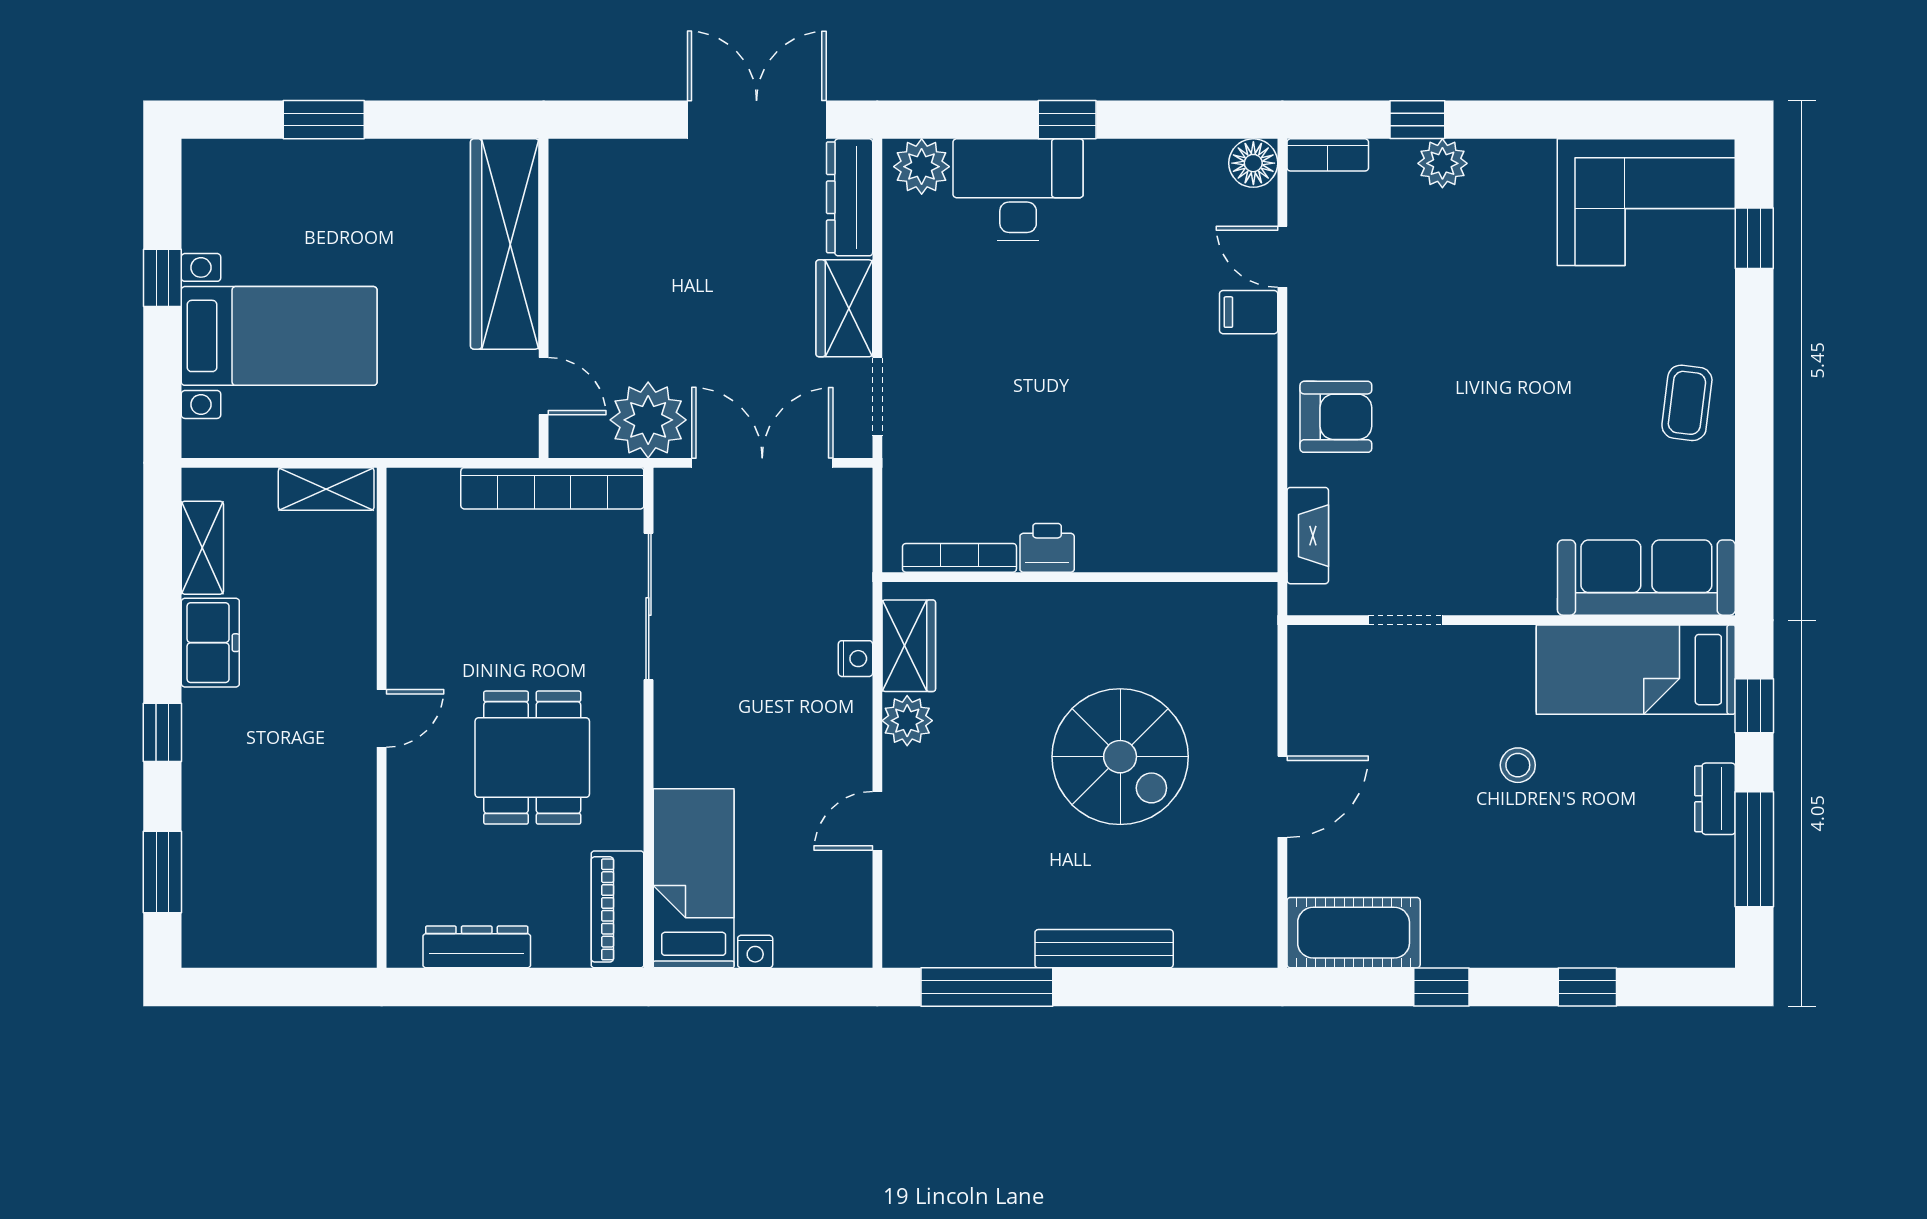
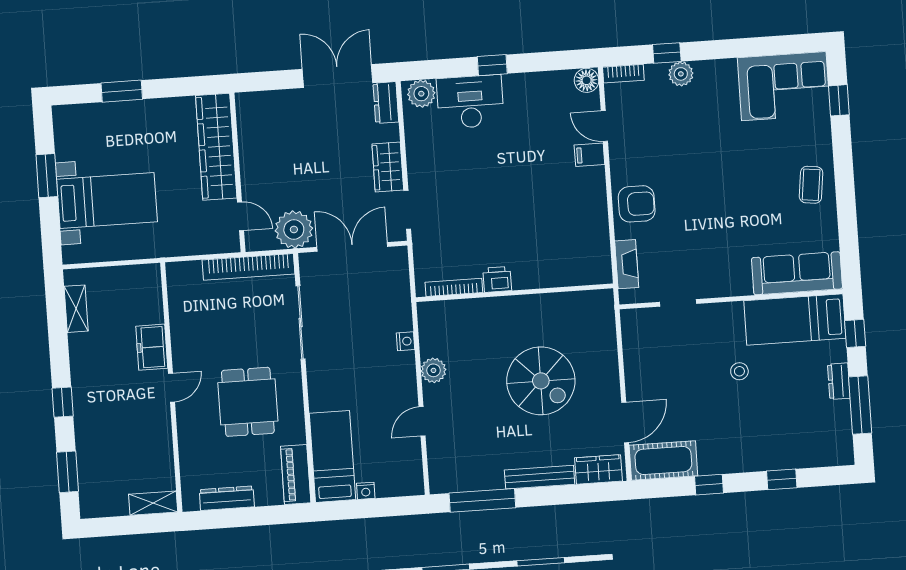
dresser: (850, 197) -> (386, 103), width x0.70
window: (162, 278) -> (47, 176), width x1.50
shelving: (326, 489) -> (153, 503), moved
freezer: (210, 643) -> (152, 347), moved, turned 180
wardrobe: (909, 646) -> (598, 469), moved, turned -90
door: (1282, 797) -> (625, 422), moved

